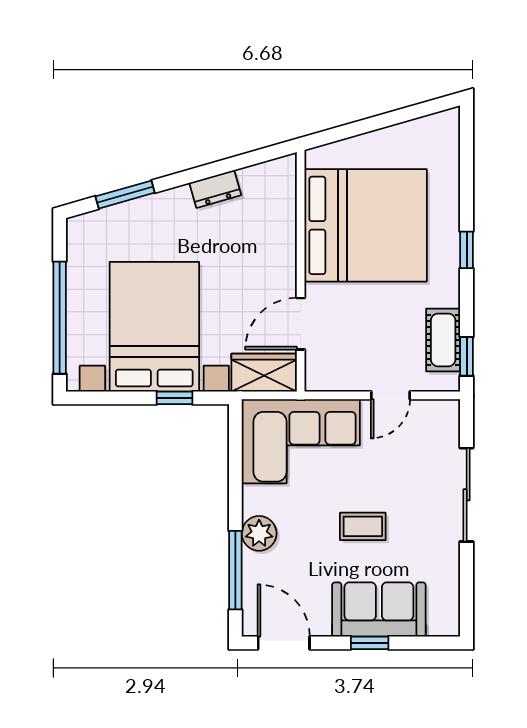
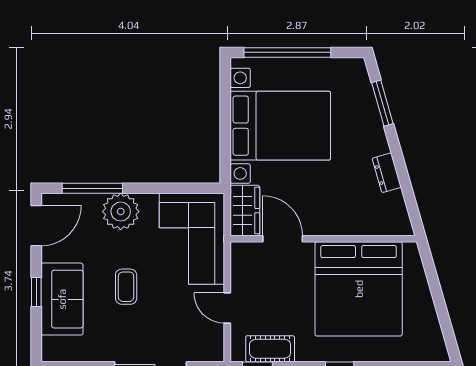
window: (174, 398) -> (225, 141), removed
plant: (259, 533) -> (121, 212), width x1.36, depth x1.36

